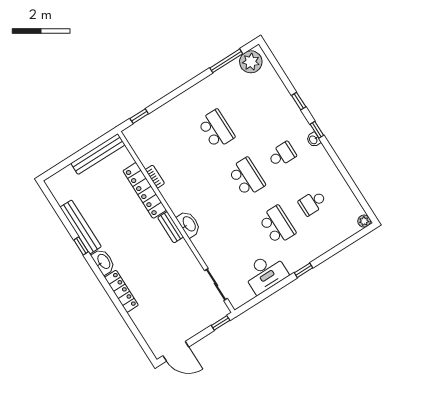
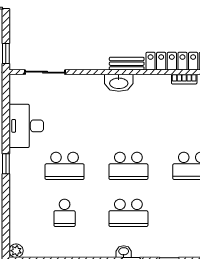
school desk: (282, 155) -> (128, 213), width x1.85
school desk: (313, 203) -> (65, 213), turned 180

